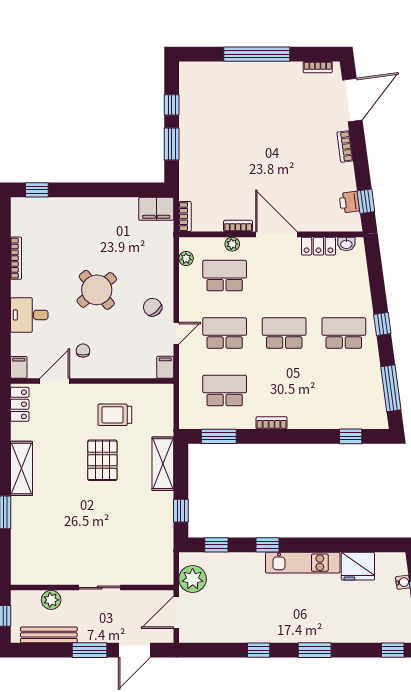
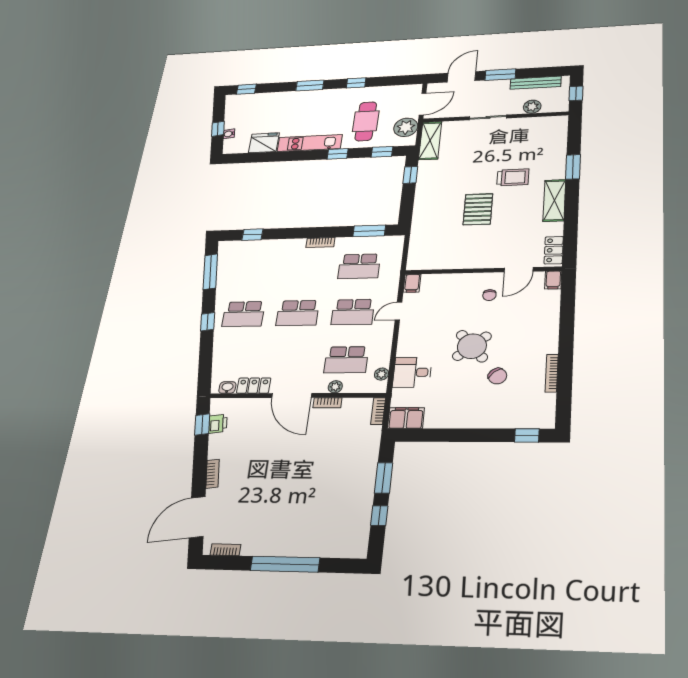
chair: (153, 307) -> (497, 376), moved
desk: (29, 315) -> (412, 372), moved, turned 180
trolley: (115, 415) -> (513, 177), moved
shelving: (163, 464) -> (430, 141), moved
cafe table: (240, 591) -> (366, 121), added

